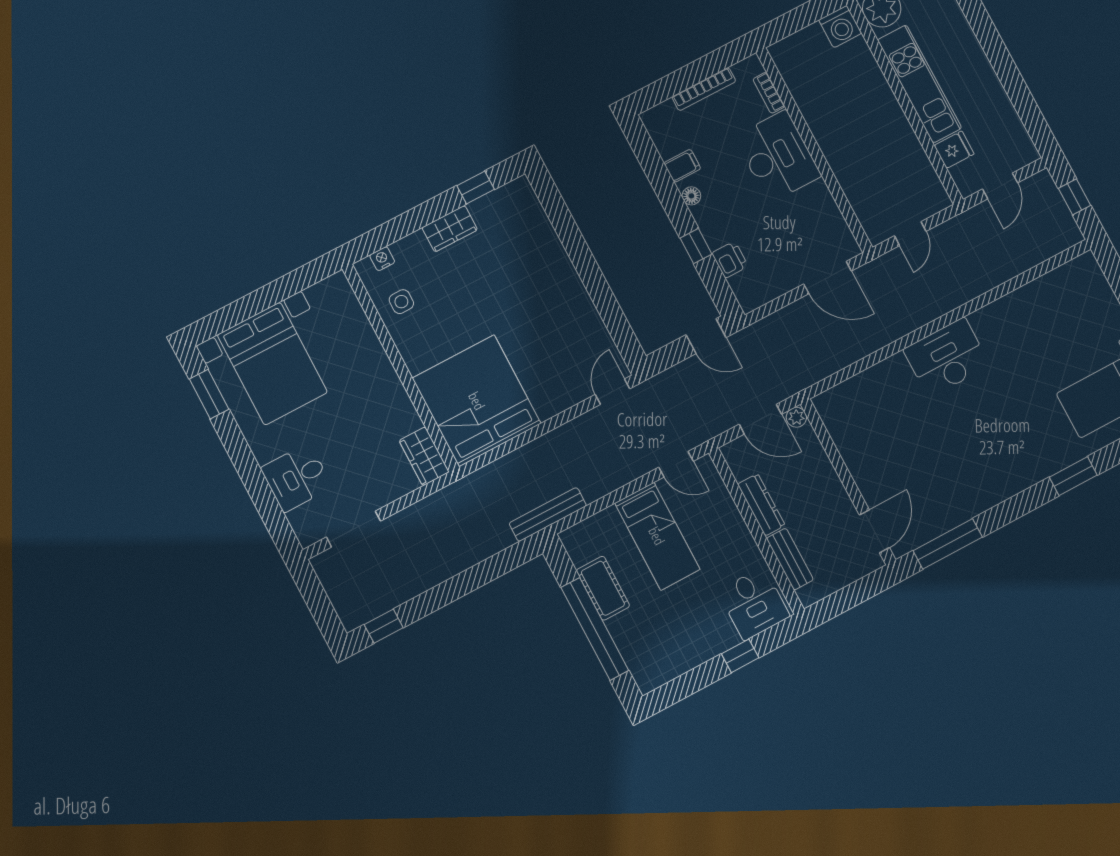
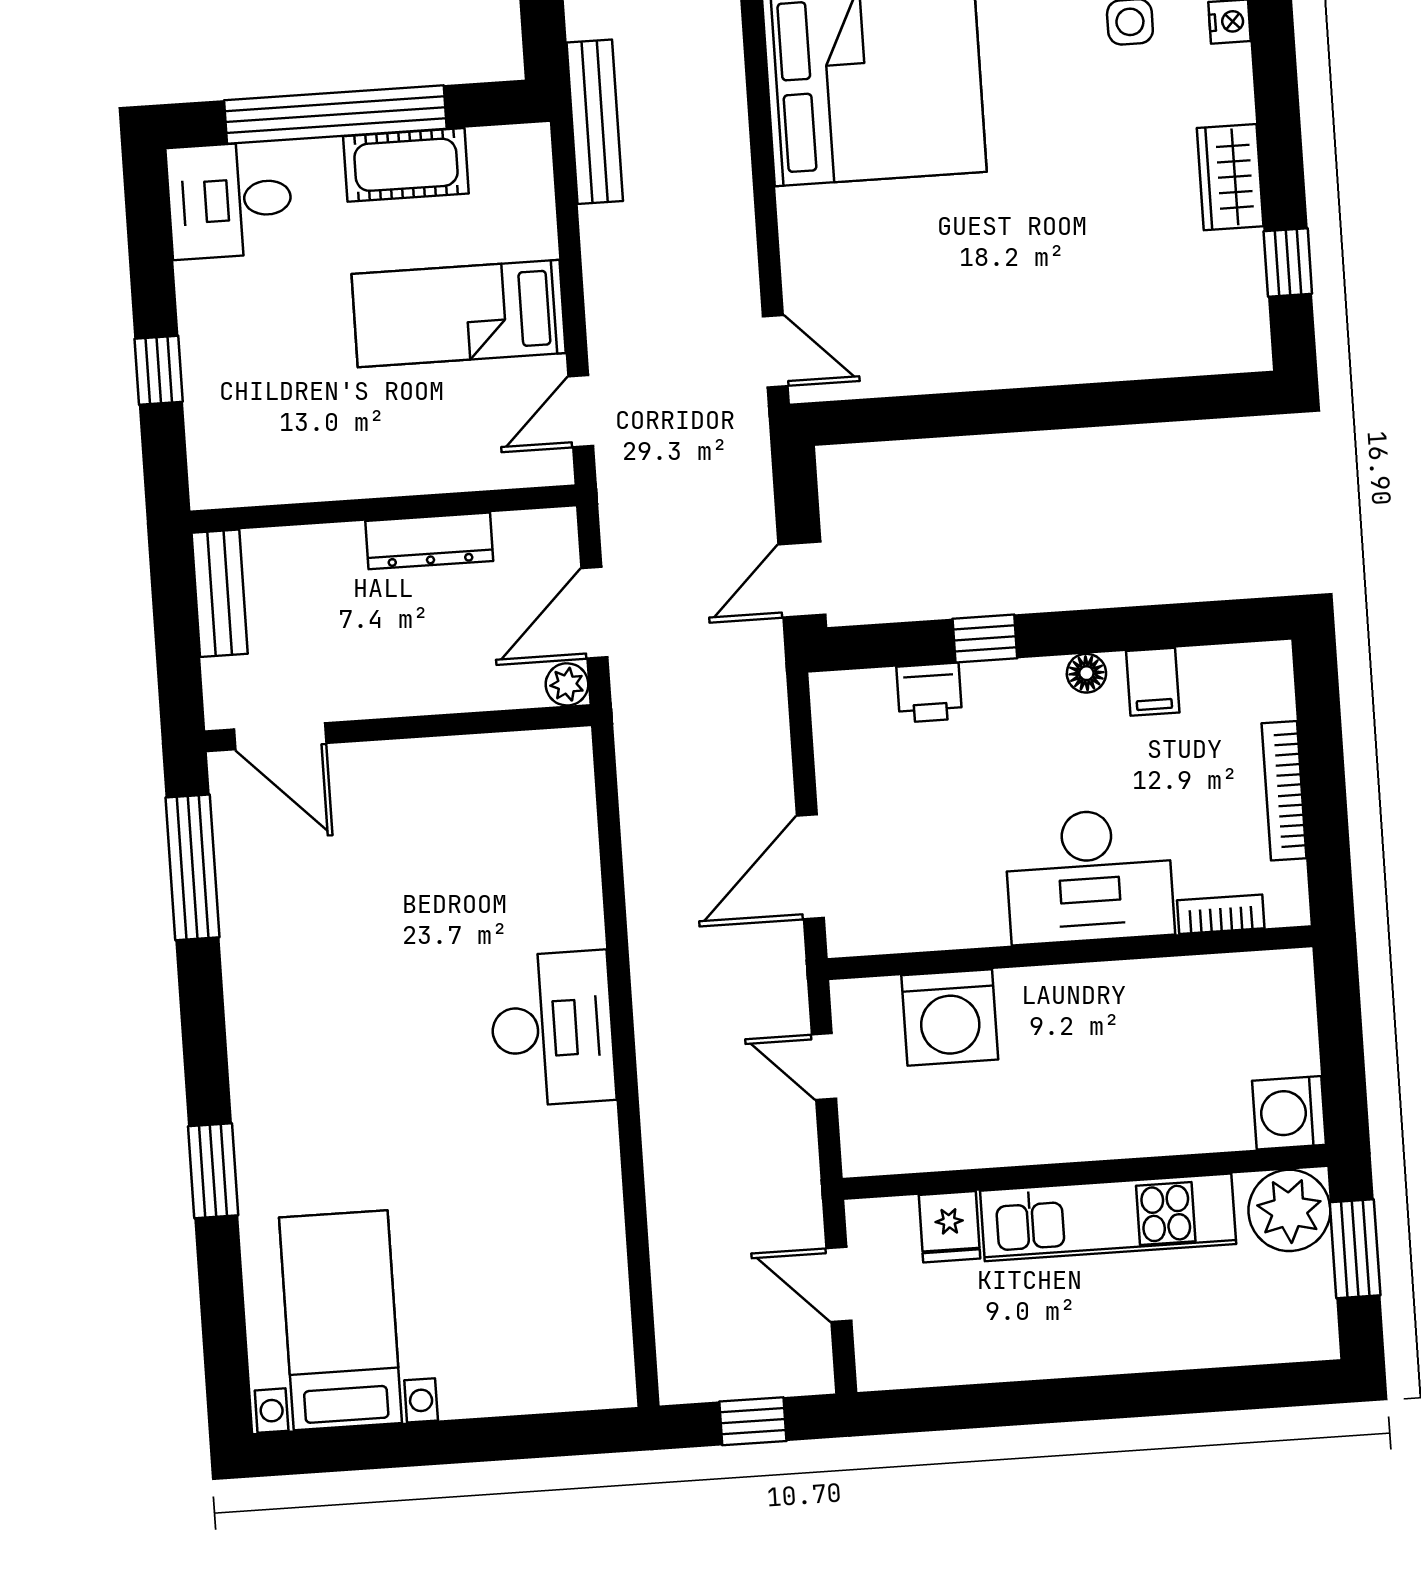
washing machine: (865, 189) -> (950, 1017), added
bench: (790, 559) -> (220, 593), moved, turned 90
desk: (754, 604) -> (230, 200), moved

